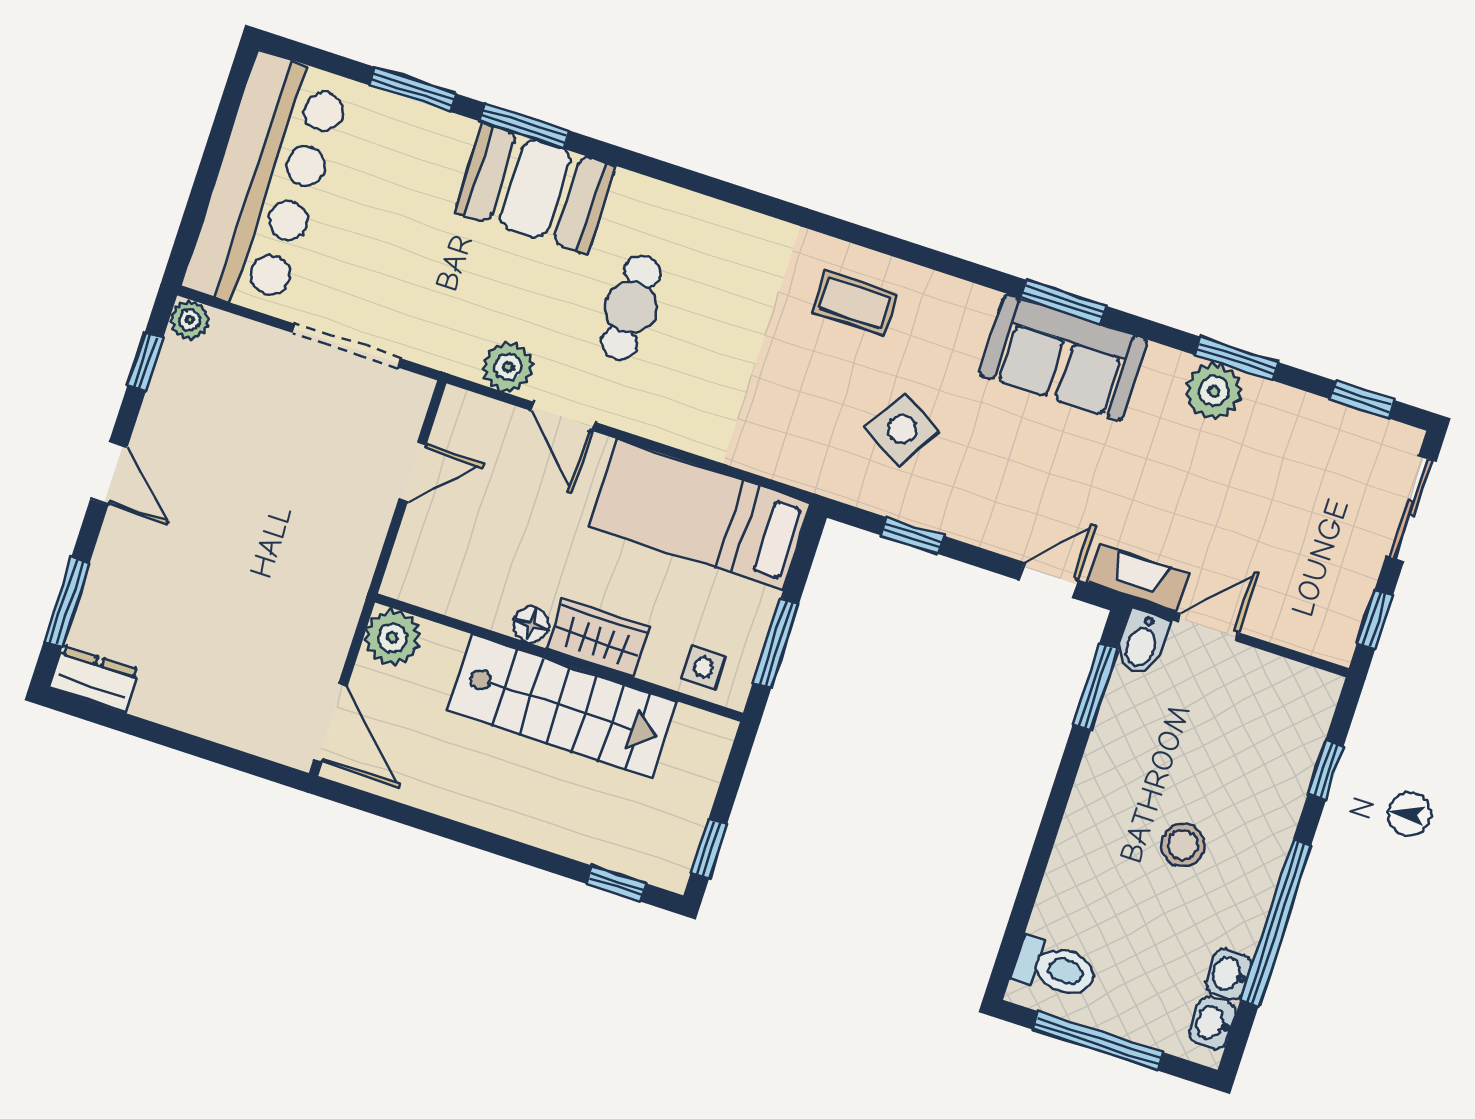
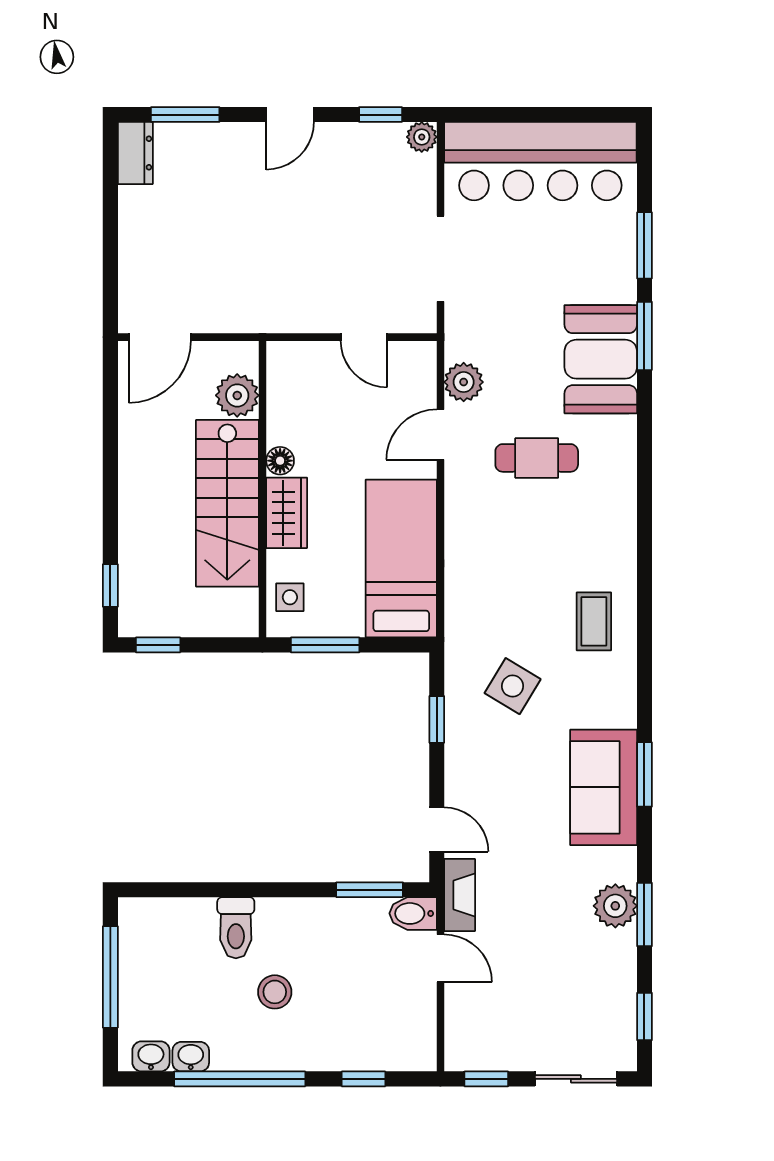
plant: (393, 638) -> (237, 395), moved
toilet: (1055, 968) -> (236, 928), moved

